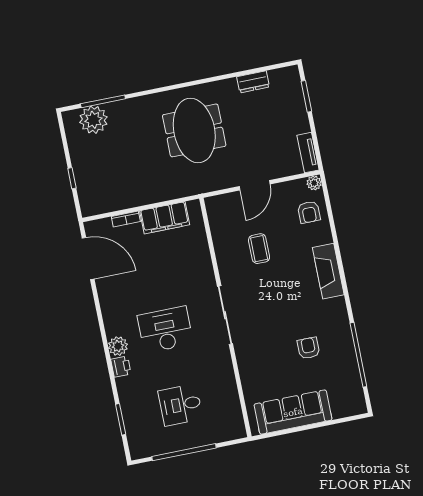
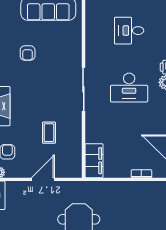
filing cabinet: (165, 218) -> (94, 161), moved, turned 90
desk: (180, 405) -> (129, 31), turned 180

